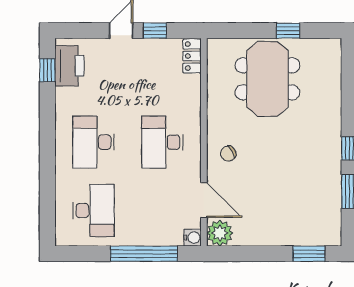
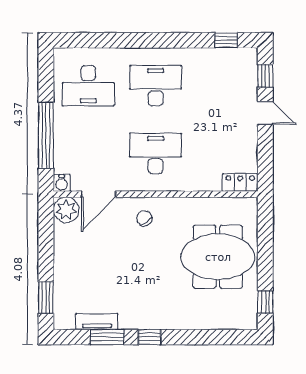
window: (155, 31) -> (265, 76), moved
window: (288, 31) -> (265, 302), moved
printer: (69, 66) -> (231, 62), removed
tv unit: (333, 202) -> (97, 322), added

